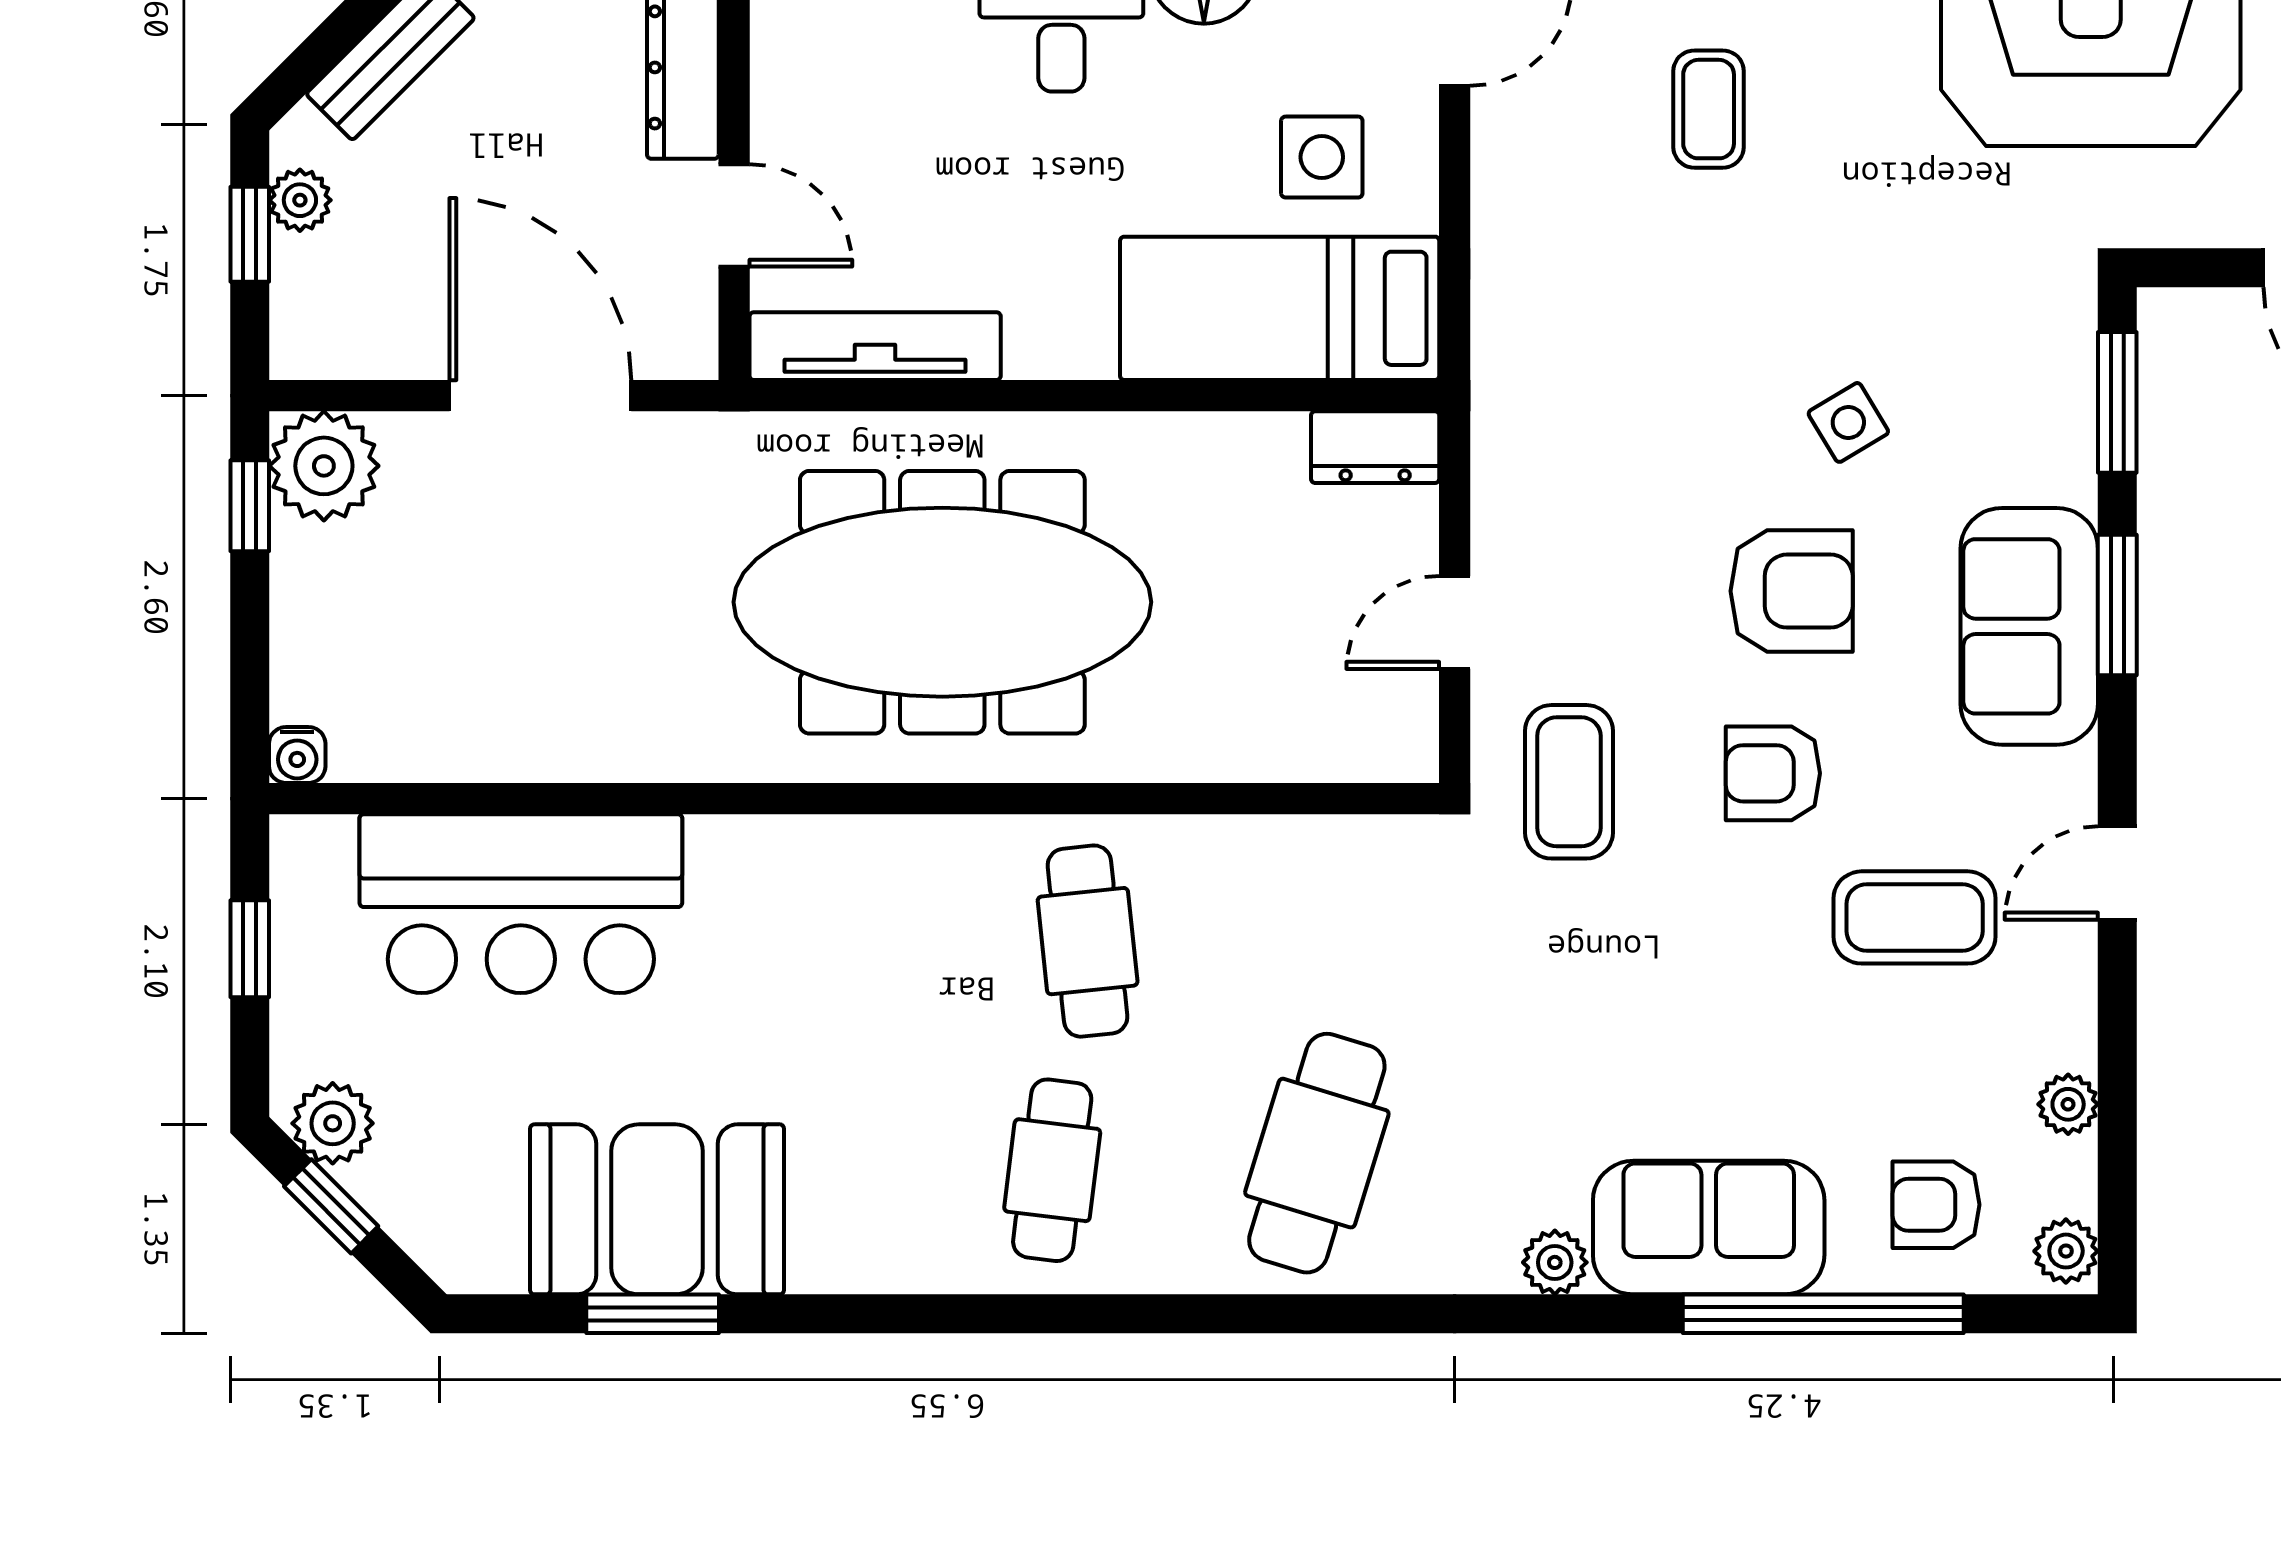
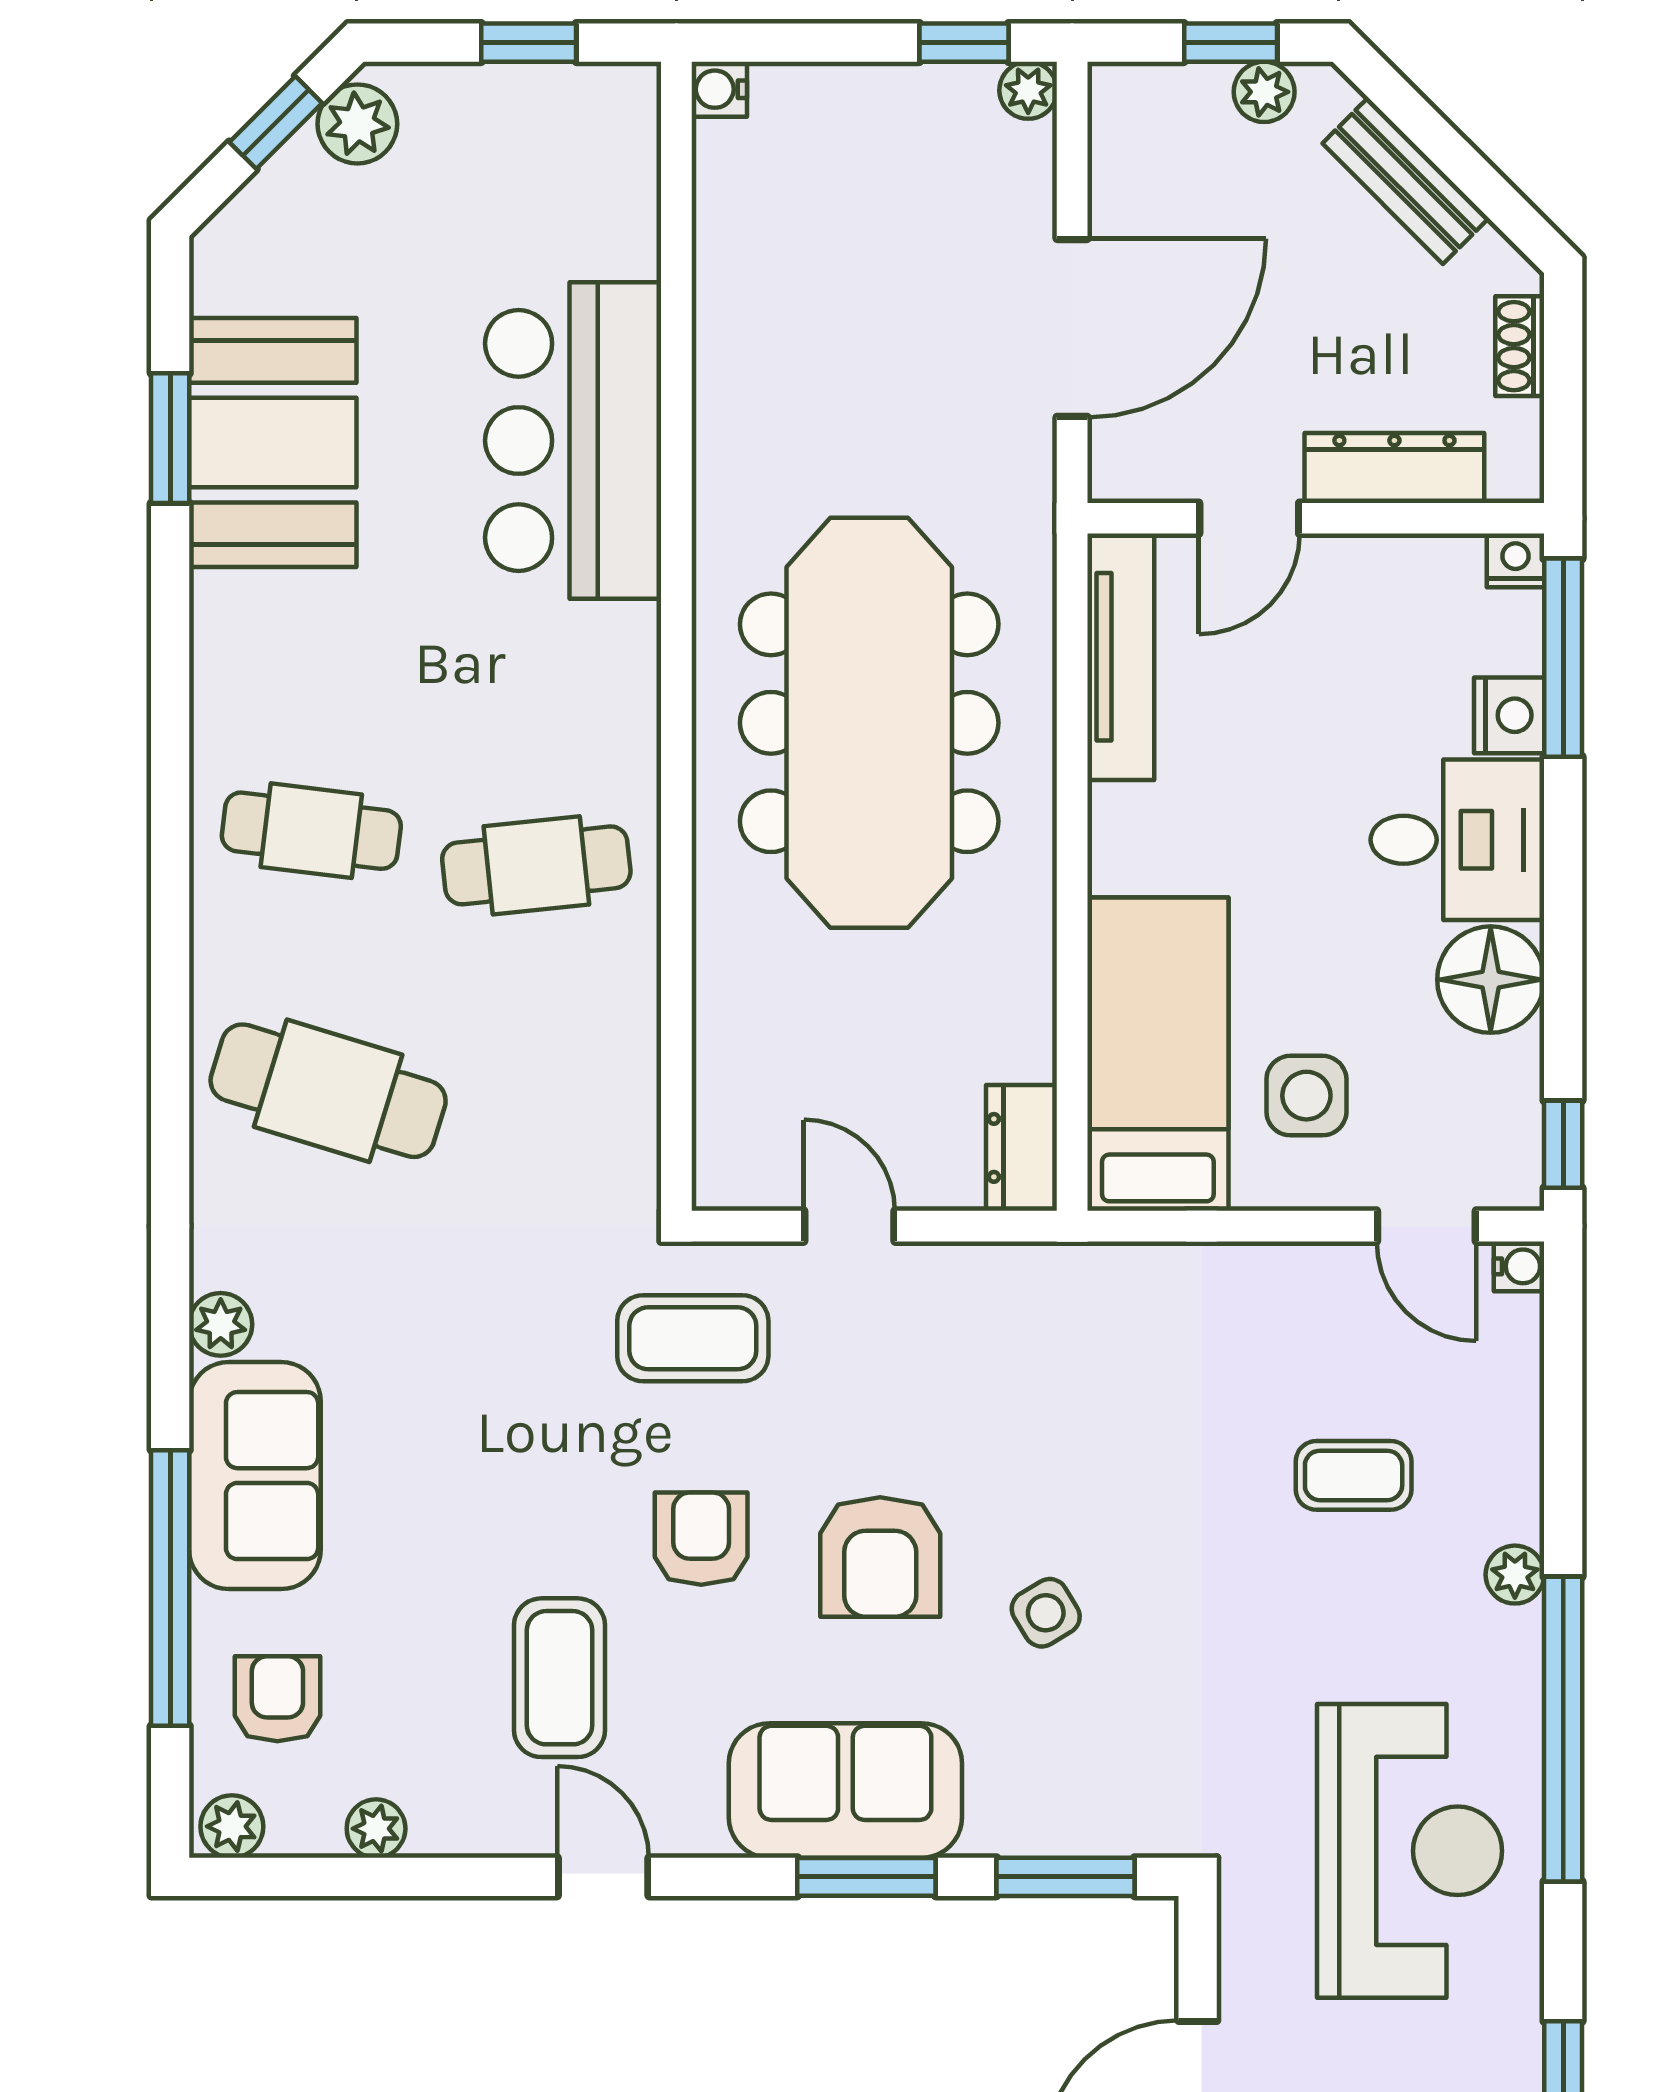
plant: (324, 466) -> (1028, 90), width x0.53, depth x0.53
bar counter: (521, 904) -> (573, 441), moved

